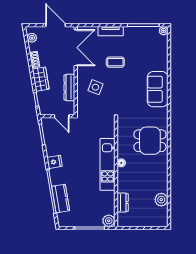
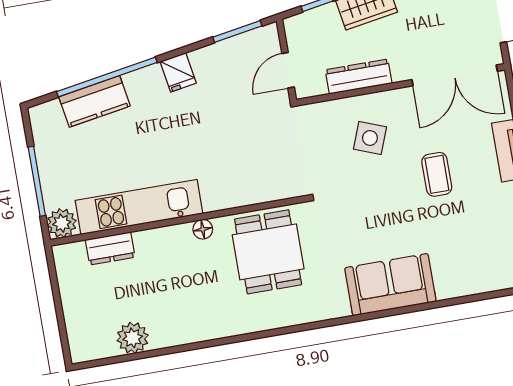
dining table: (150, 141) -> (268, 252), moved
kitchen unit: (108, 164) -> (139, 207), moved

